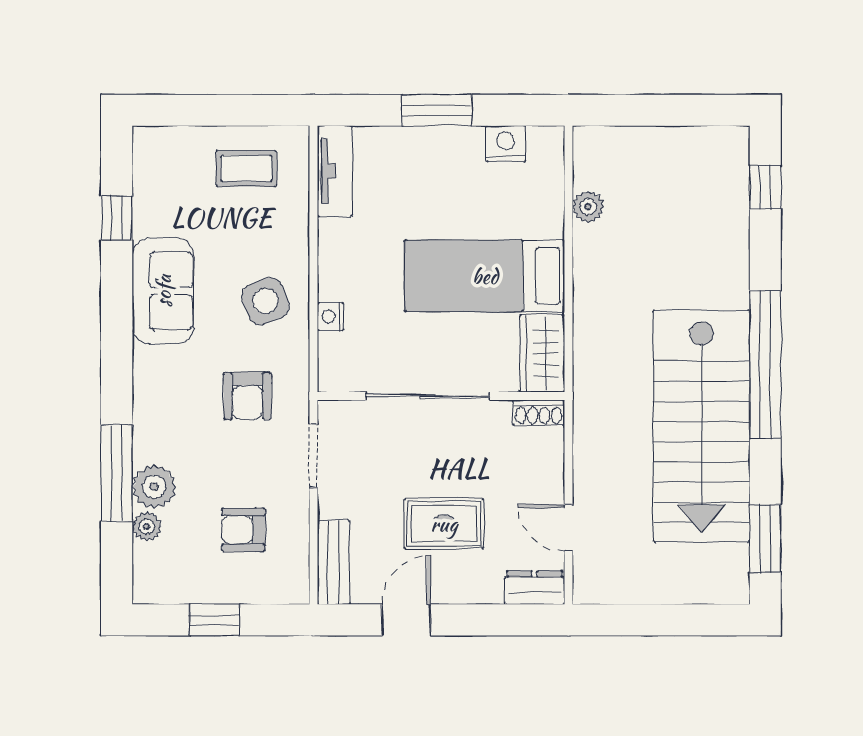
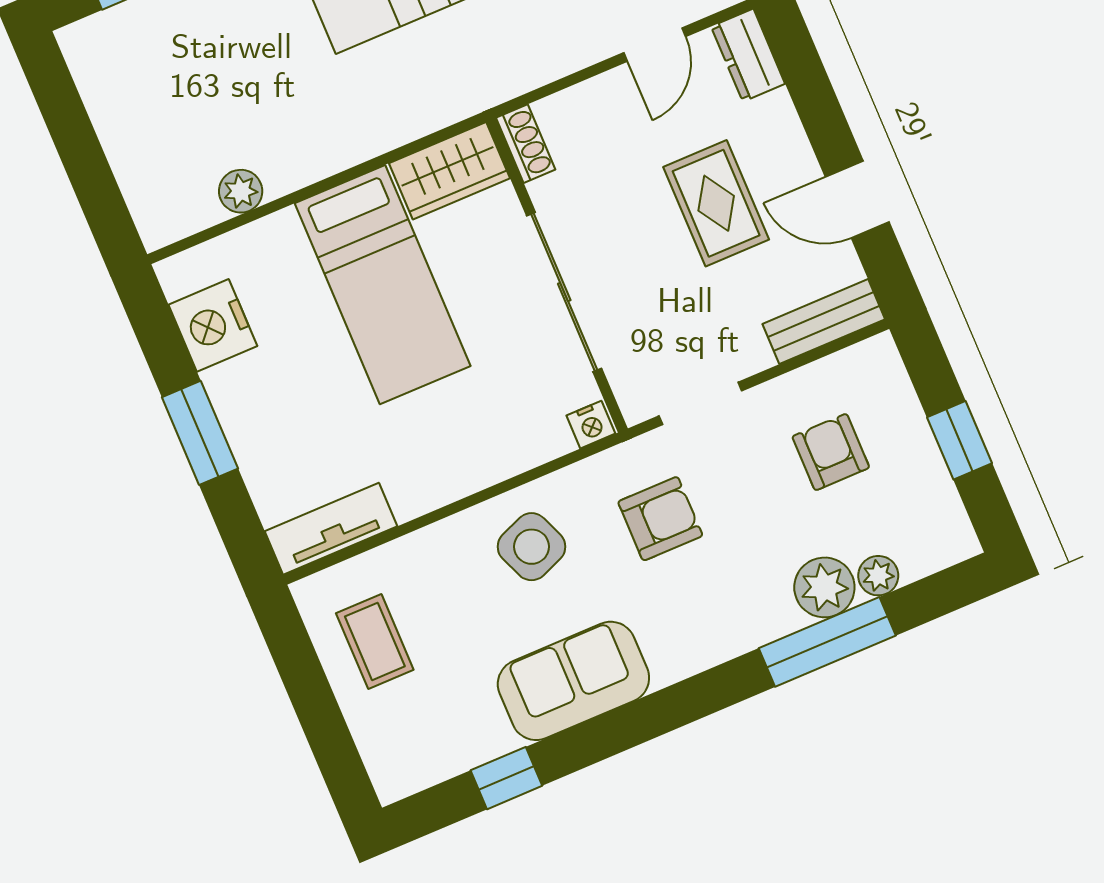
nightstand: (506, 144) -> (213, 325), width x1.36, depth x1.33
nightstand: (331, 317) -> (591, 425), moved
armchair: (244, 530) -> (831, 452), turned 180

